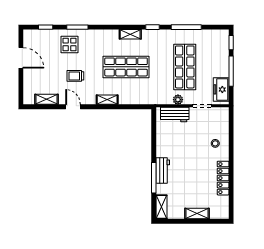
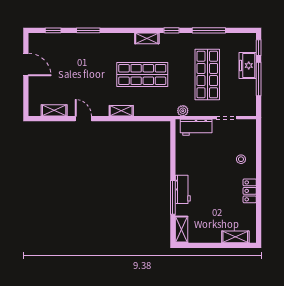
display table: (69, 44) -> (80, 50), removed
trolley: (75, 76) -> (86, 84), removed
freezer: (221, 89) -> (248, 65), moved
plant: (178, 100) -> (183, 111), moved
locker: (223, 178) -> (250, 191), width x0.66
shelving: (197, 214) -> (235, 237), moved

